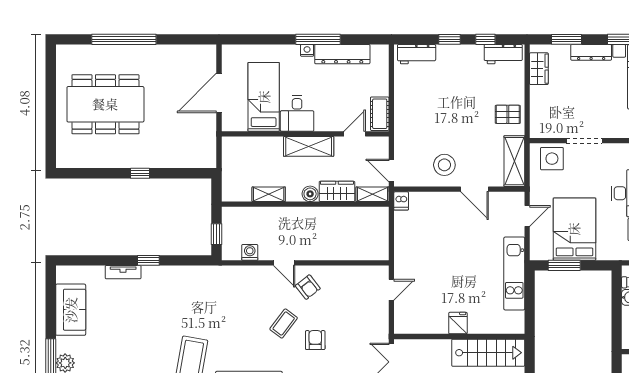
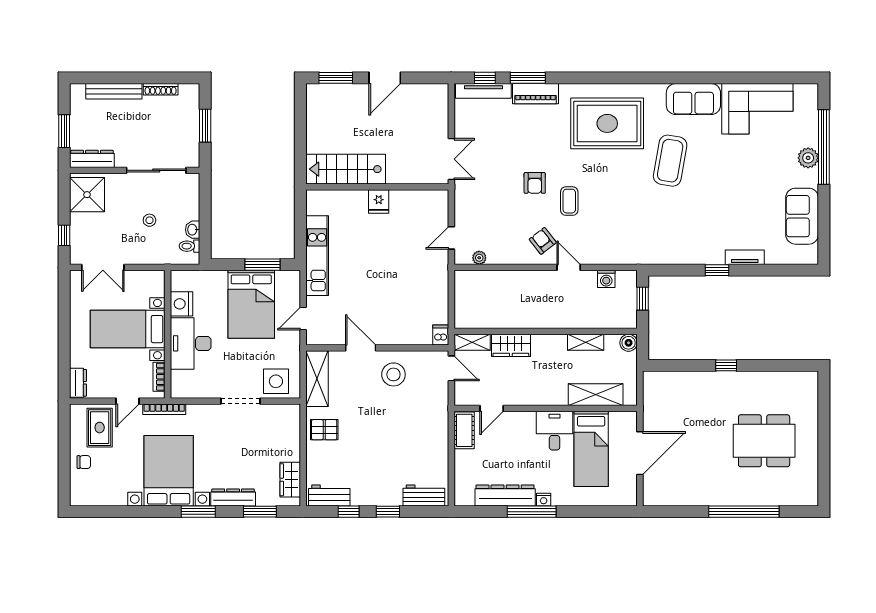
dining table: (105, 104) -> (764, 441), width x0.73, depth x0.80
shelving: (309, 146) -> (596, 395), moved
boiler: (310, 194) -> (629, 343), moved
plant: (366, 272) -> (479, 258), added
coffee table: (284, 324) -> (569, 201), turned -37

